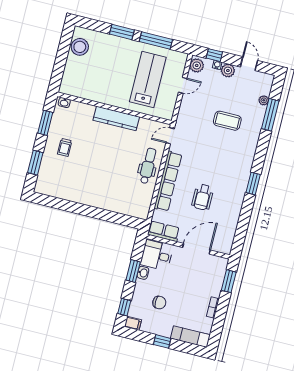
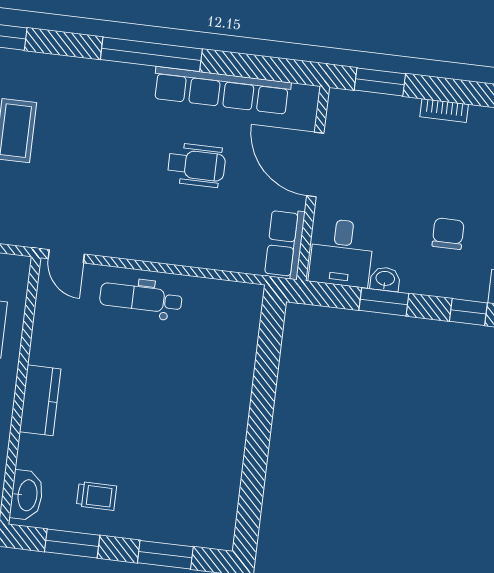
washbasin: (64, 103) -> (27, 495), width x1.91, depth x1.45
kitchen counter: (116, 118) -> (40, 400), width x0.67
trolley: (65, 147) -> (97, 496), moved
row of seats: (168, 181) -> (222, 90), moved, turned 180
window: (253, 184) -> (151, 54), width x2.11

